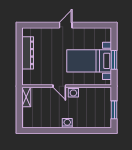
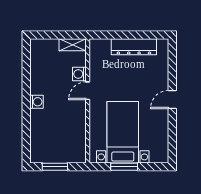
door: (66, 25) -> (172, 99), swing flipped
washing machine: (73, 92) -> (79, 74), moved

